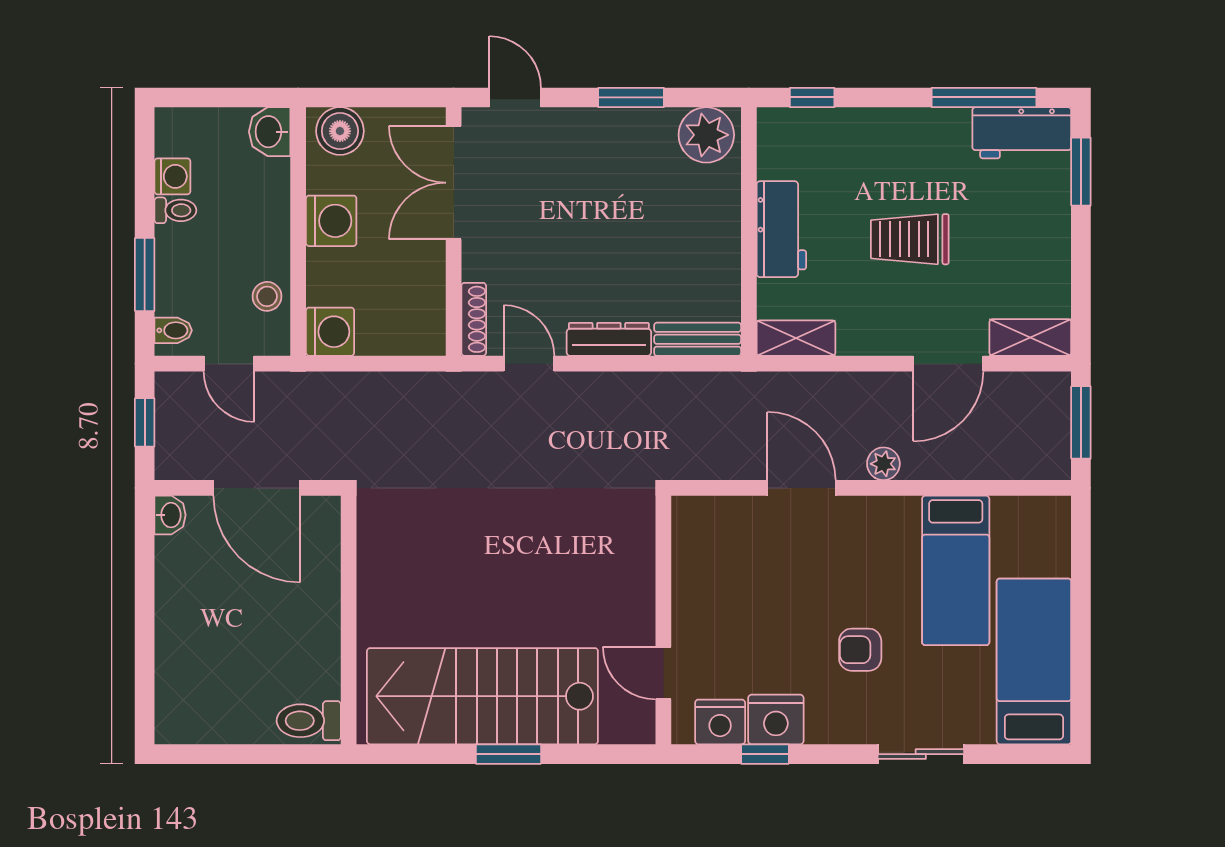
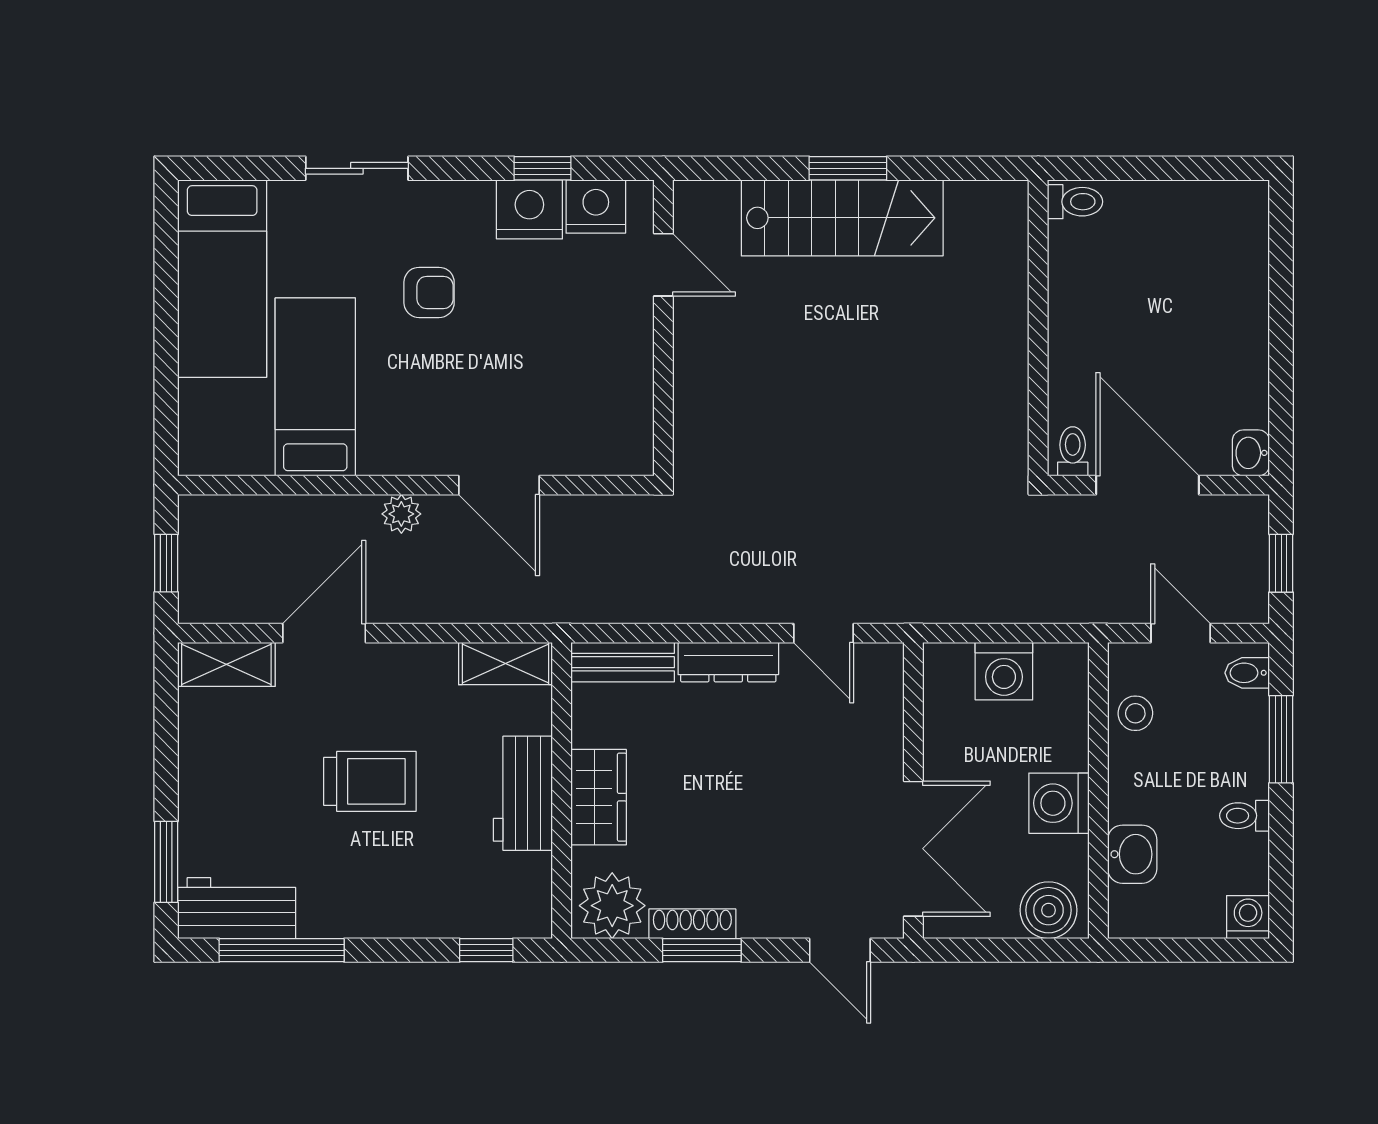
washbasin: (270, 132) -> (1132, 854), moved
washing machine: (172, 176) -> (1248, 917), moved, turned 90
wardrobe: (718, 226) -> (599, 797), added
shoe rack: (474, 319) -> (692, 924), moved, turned 90
washing machine: (330, 332) -> (1004, 671), moved, turned -90
window: (1081, 422) -> (166, 563), width x0.67
toilet: (320, 516) -> (1073, 451), added
stairs: (482, 696) -> (842, 218), width x0.73, depth x0.66
toilet: (309, 721) -> (1075, 202), width x0.73, depth x0.72

